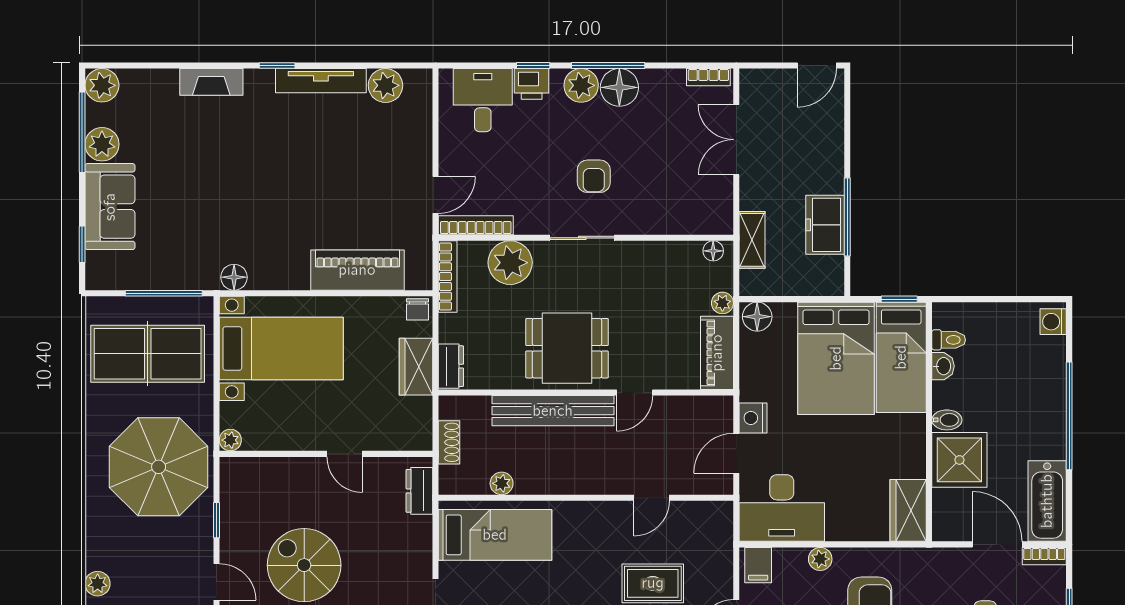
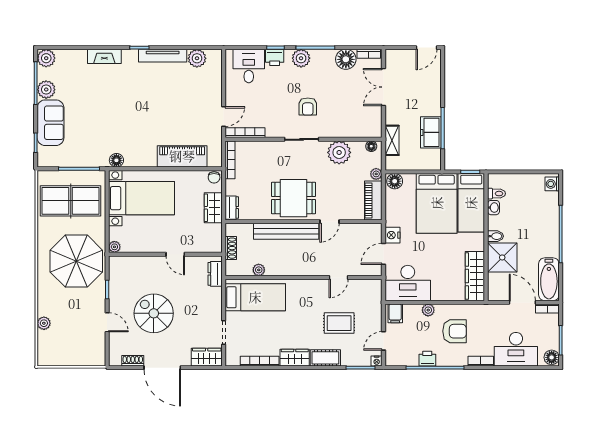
floor lamp: (619, 87) -> (346, 59), moved
plant: (510, 263) -> (339, 152), moved
wardrobe: (908, 510) -> (475, 276), width x1.50

